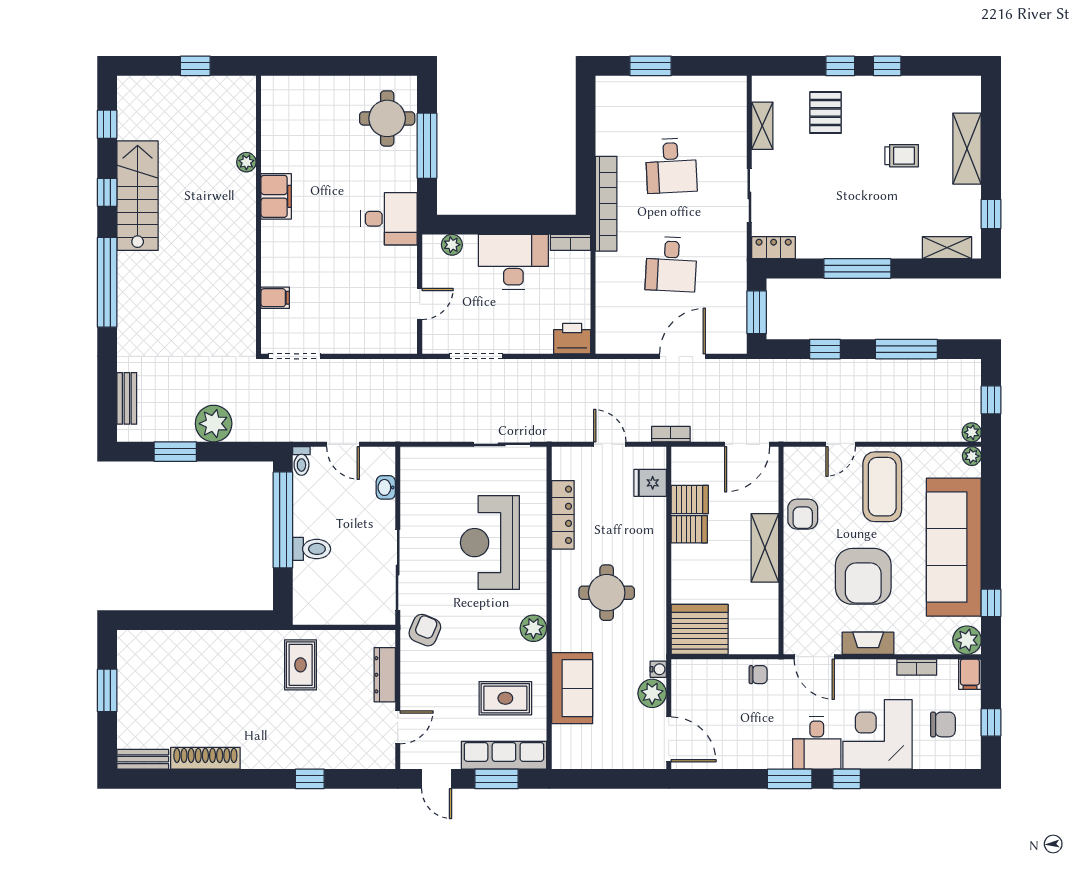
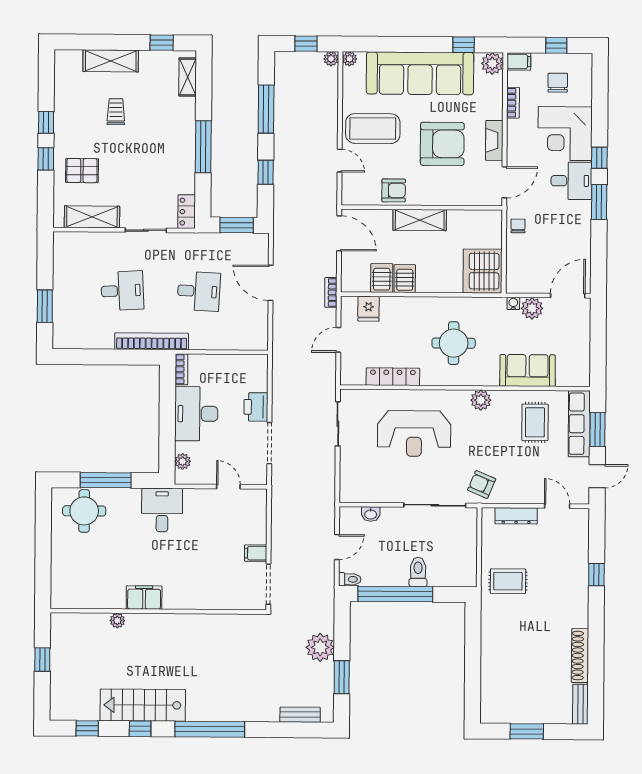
shelving: (762, 126) -> (92, 217), width x1.50, depth x1.33
filing cabinet: (275, 298) -> (256, 553), moved, turned -90
printer: (572, 339) -> (256, 407), moved

